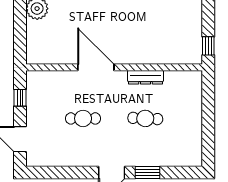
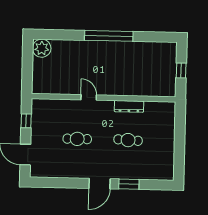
window: (208, 46) -> (181, 70), moved
door: (96, 67) -> (89, 97), width x0.53

